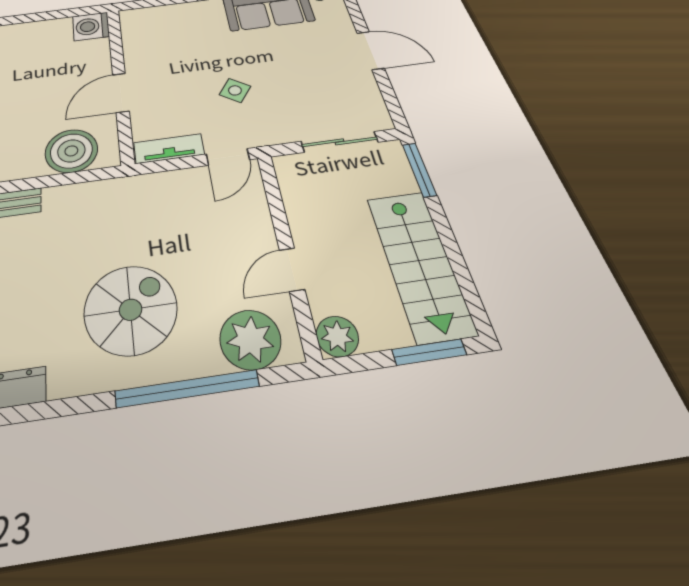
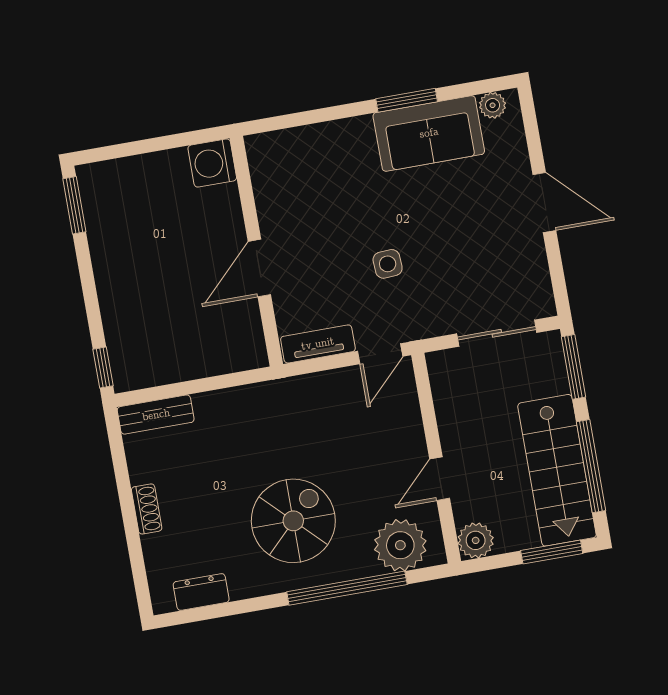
side table: (235, 90) -> (388, 264), turned -38
boiler: (71, 151) -> (215, 348), removed
window: (456, 260) -> (591, 466), added

